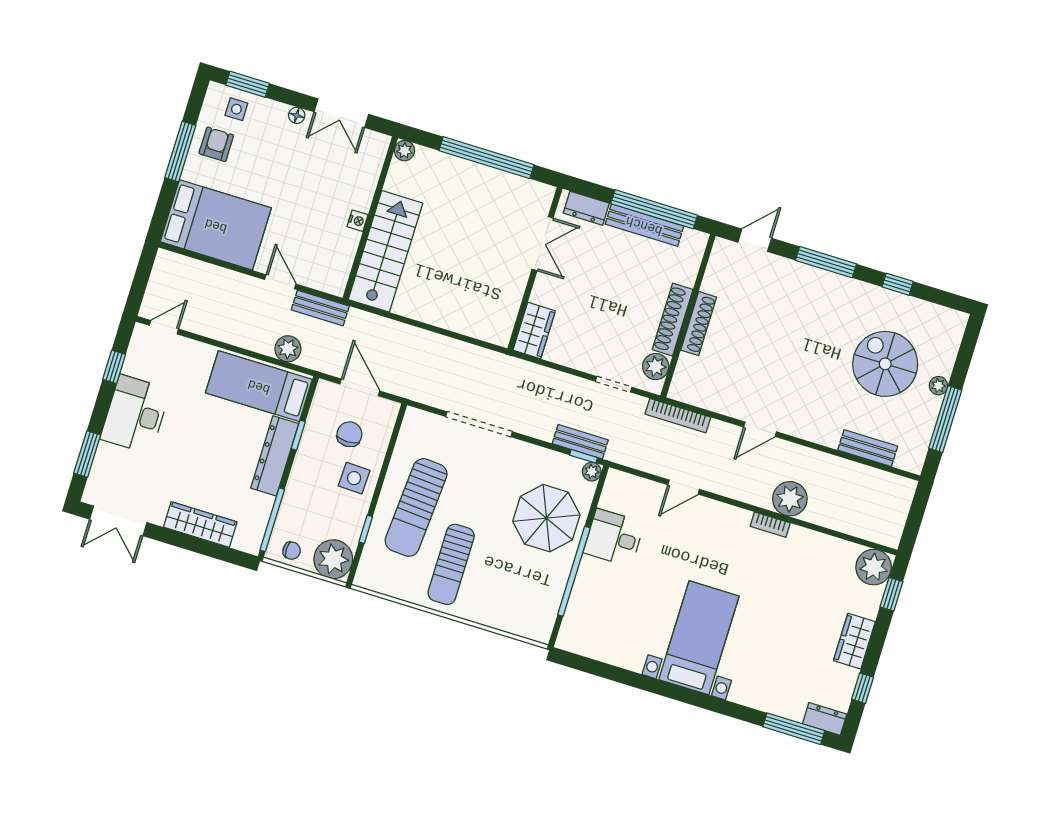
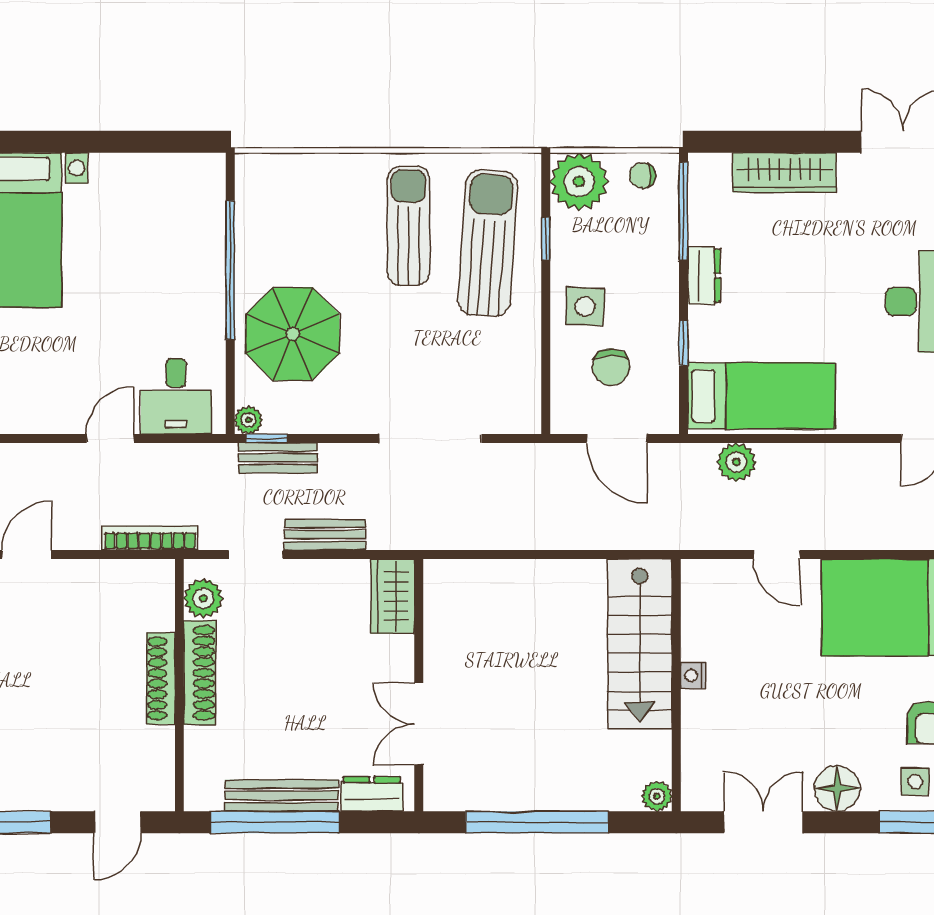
floor lamp: (297, 115) -> (837, 789), width x1.89, depth x1.89
bench: (320, 308) -> (325, 535), moved
dresser: (275, 456) -> (704, 276), width x0.51, depth x0.80
sun lounger: (416, 507) -> (488, 243), moved
desk: (614, 538) -> (176, 396), moved, turned 90

